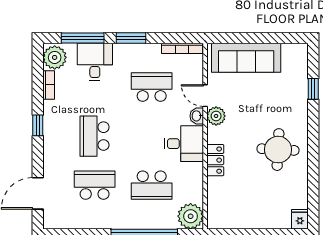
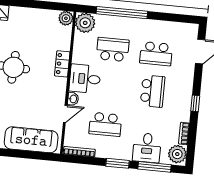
door: (205, 96) -> (65, 114), hinge flipped
plant: (216, 116) -> (66, 18), moved

